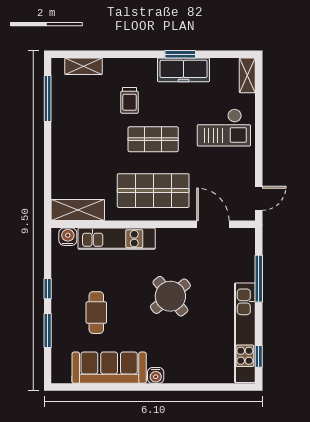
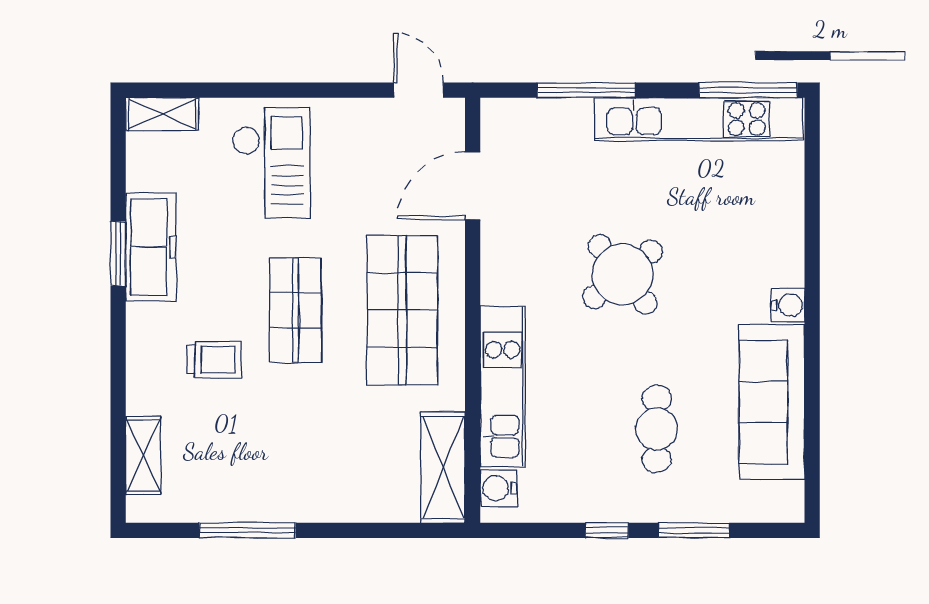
window: (48, 98) -> (247, 530), moved
cafe table: (96, 313) -> (657, 429), turned 90
window: (259, 356) -> (748, 90), width x2.17

